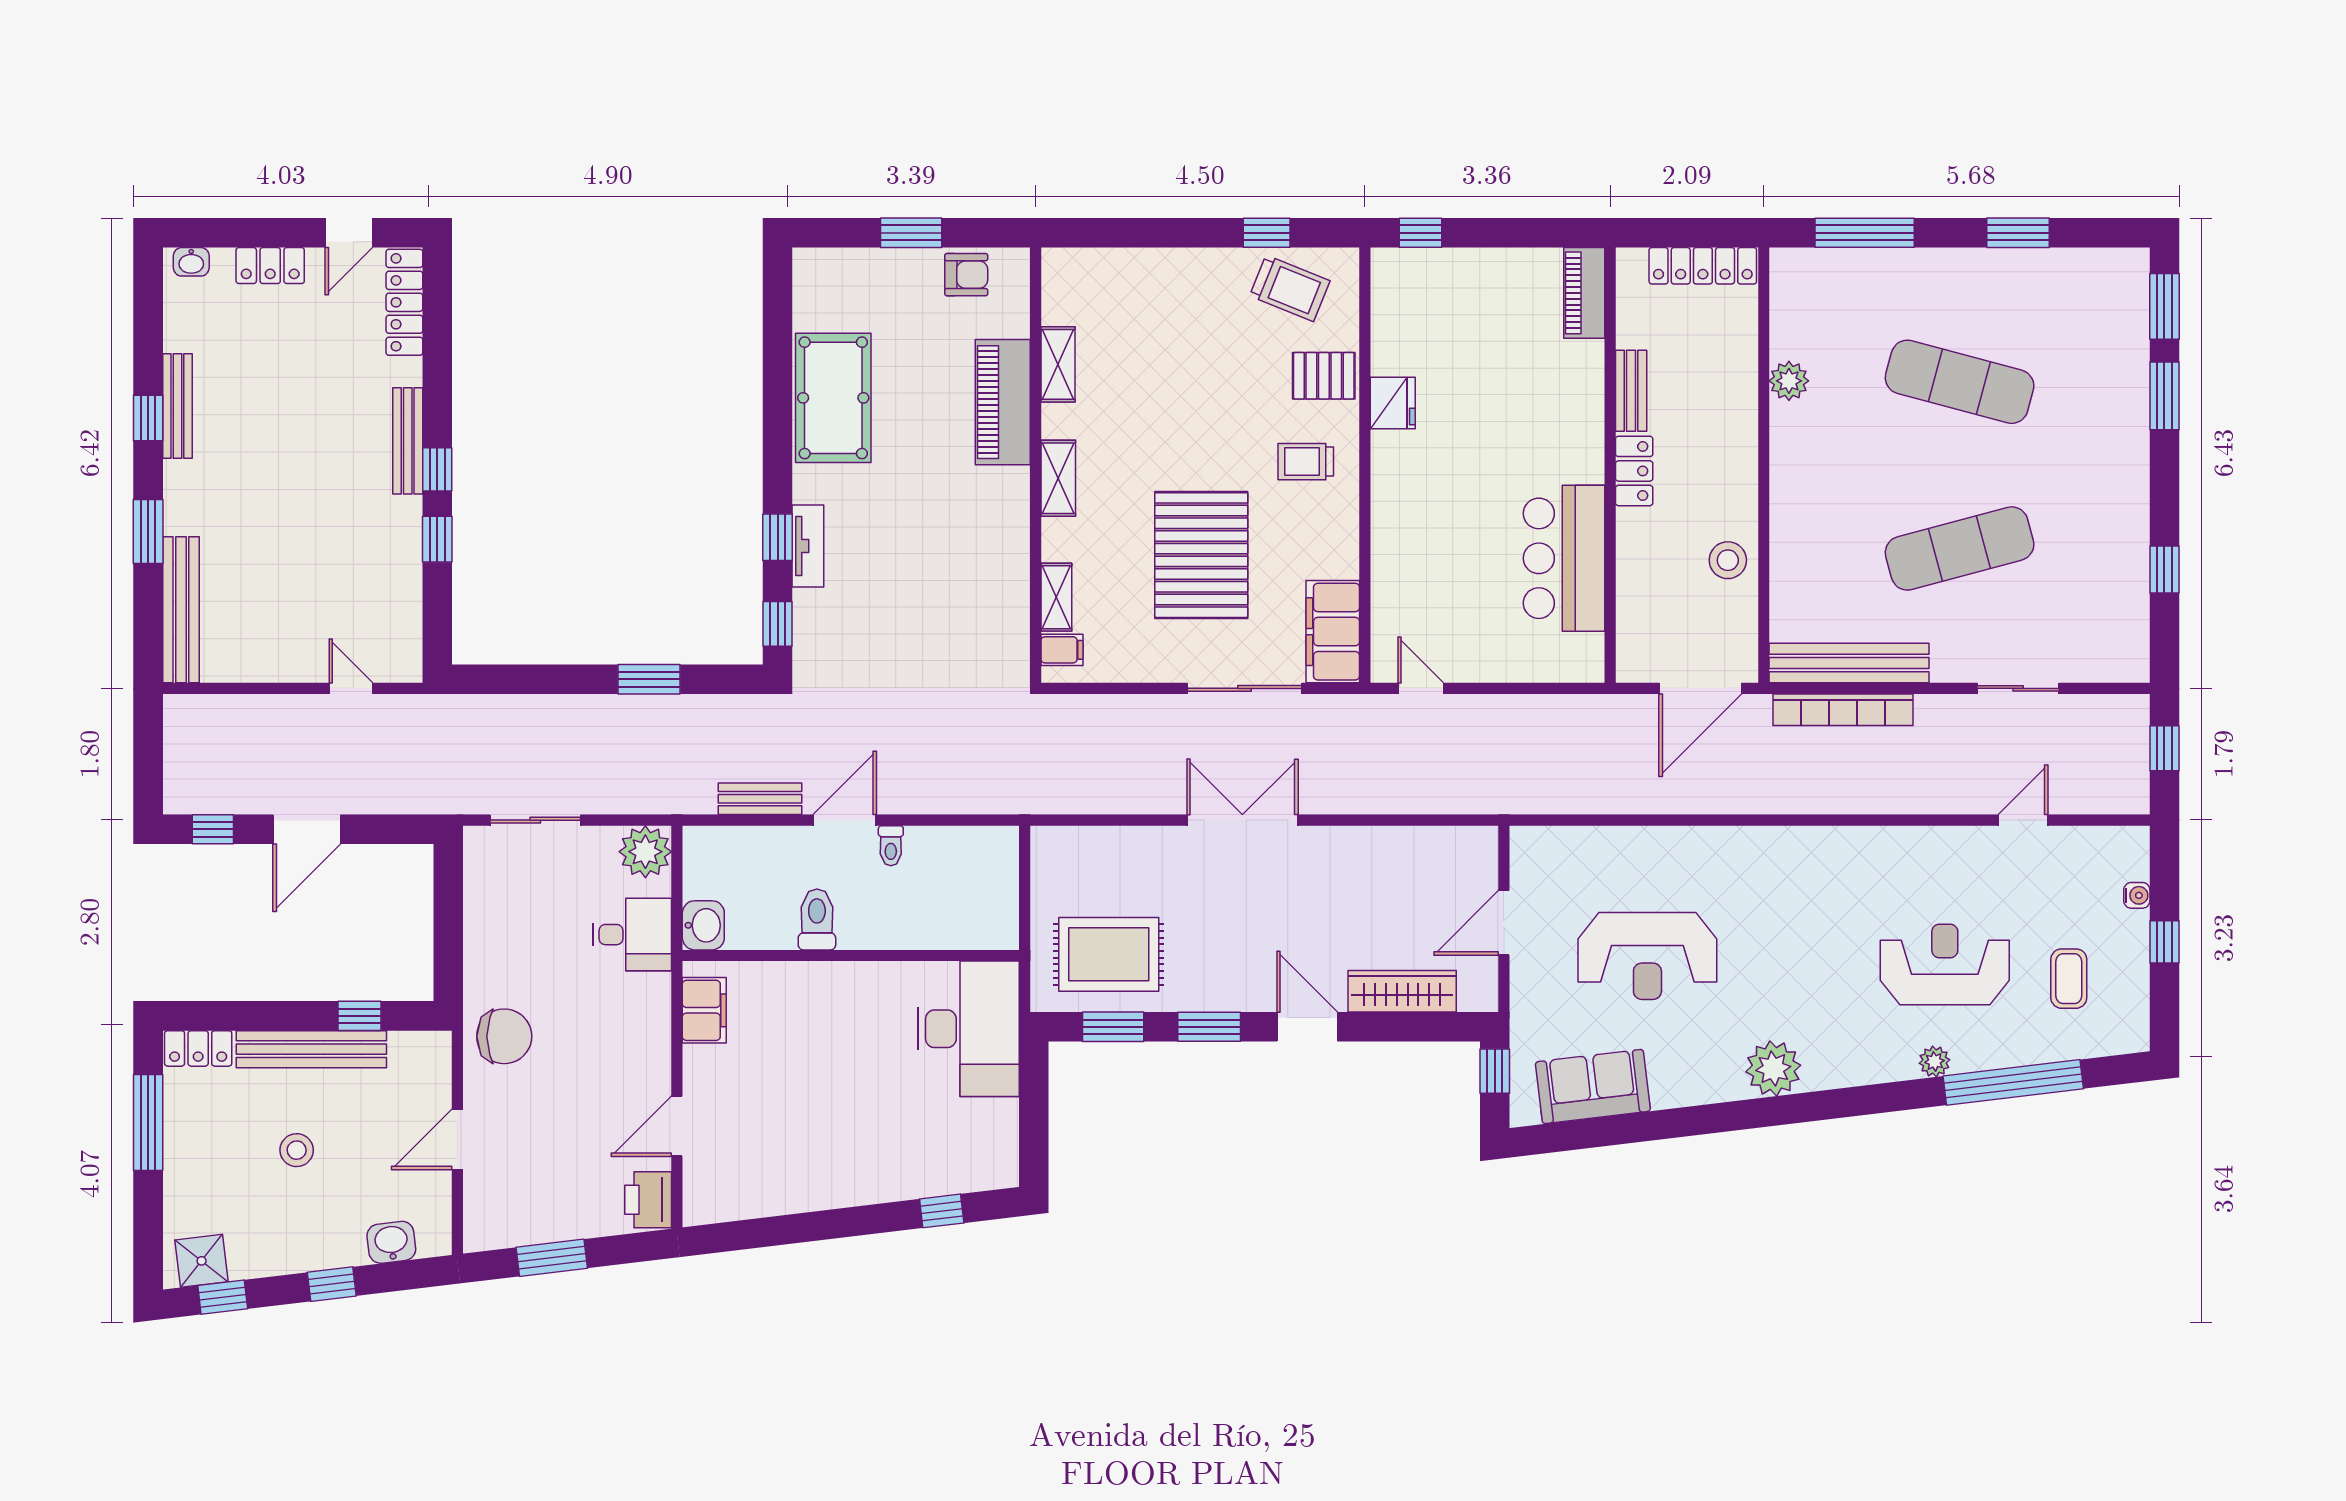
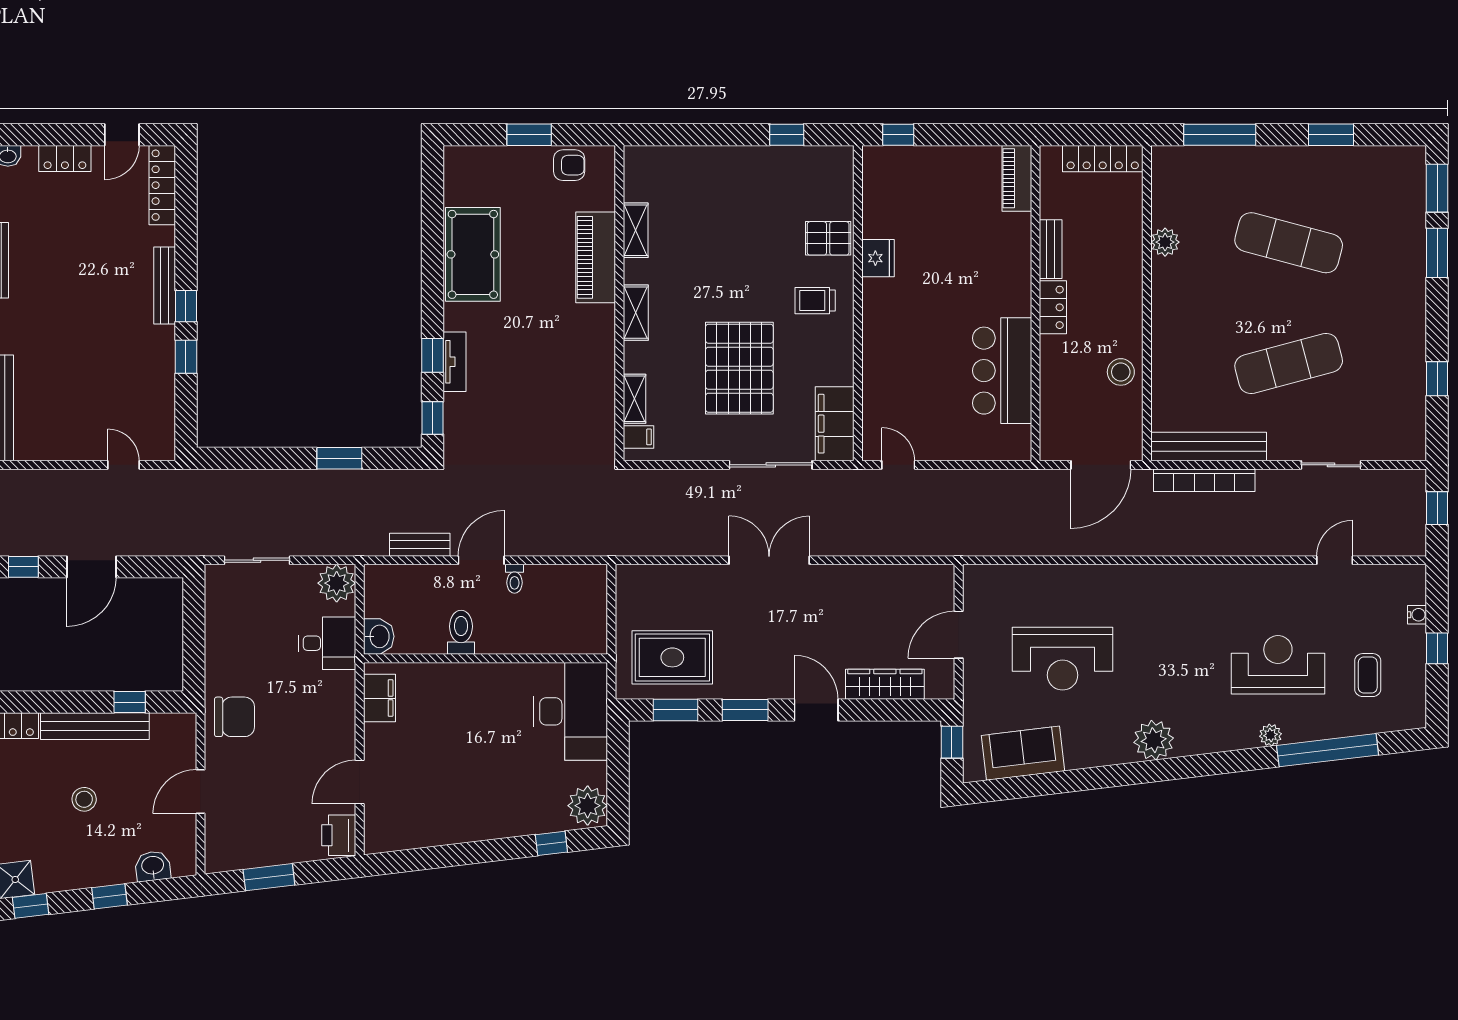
trolley: (1290, 288) -> (803, 175), removed
plant: (992, 1159) -> (588, 806), added

